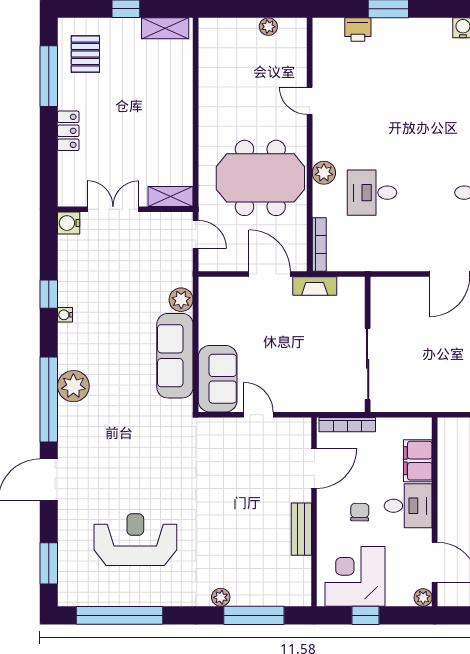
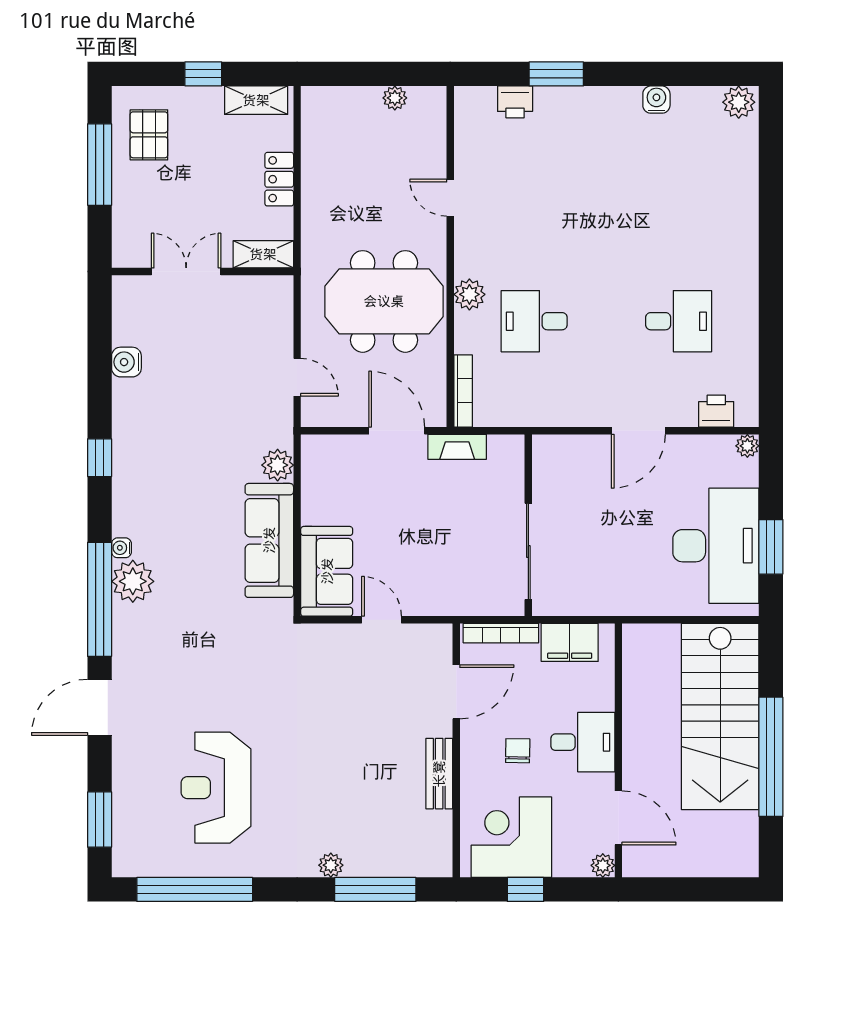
locker: (68, 131) -> (279, 179), moved, turned 180
shelving: (171, 196) -> (263, 254), moved
double door: (113, 209) -> (186, 272), moved
wall: (125, 209) -> (203, 272), moved
water cooler: (65, 315) -> (121, 548), moved
filing cabinet: (418, 461) -> (570, 642), moved, turned -90
reception desk: (135, 540) -> (216, 788), turned -90

